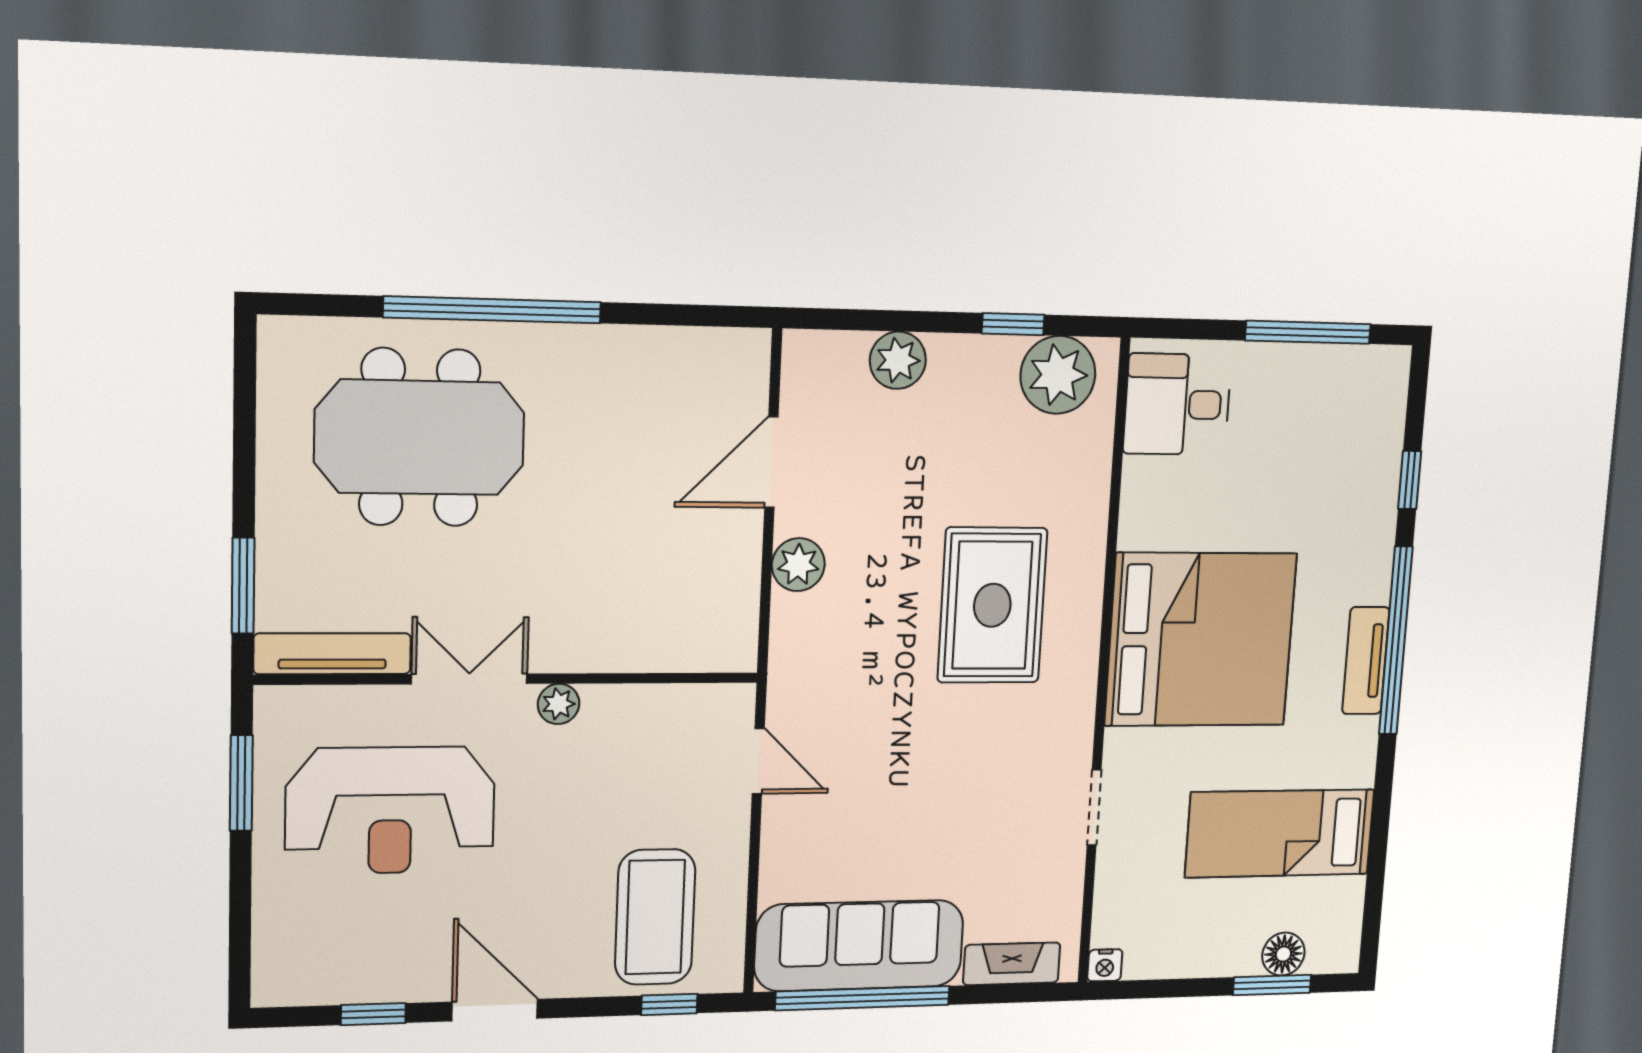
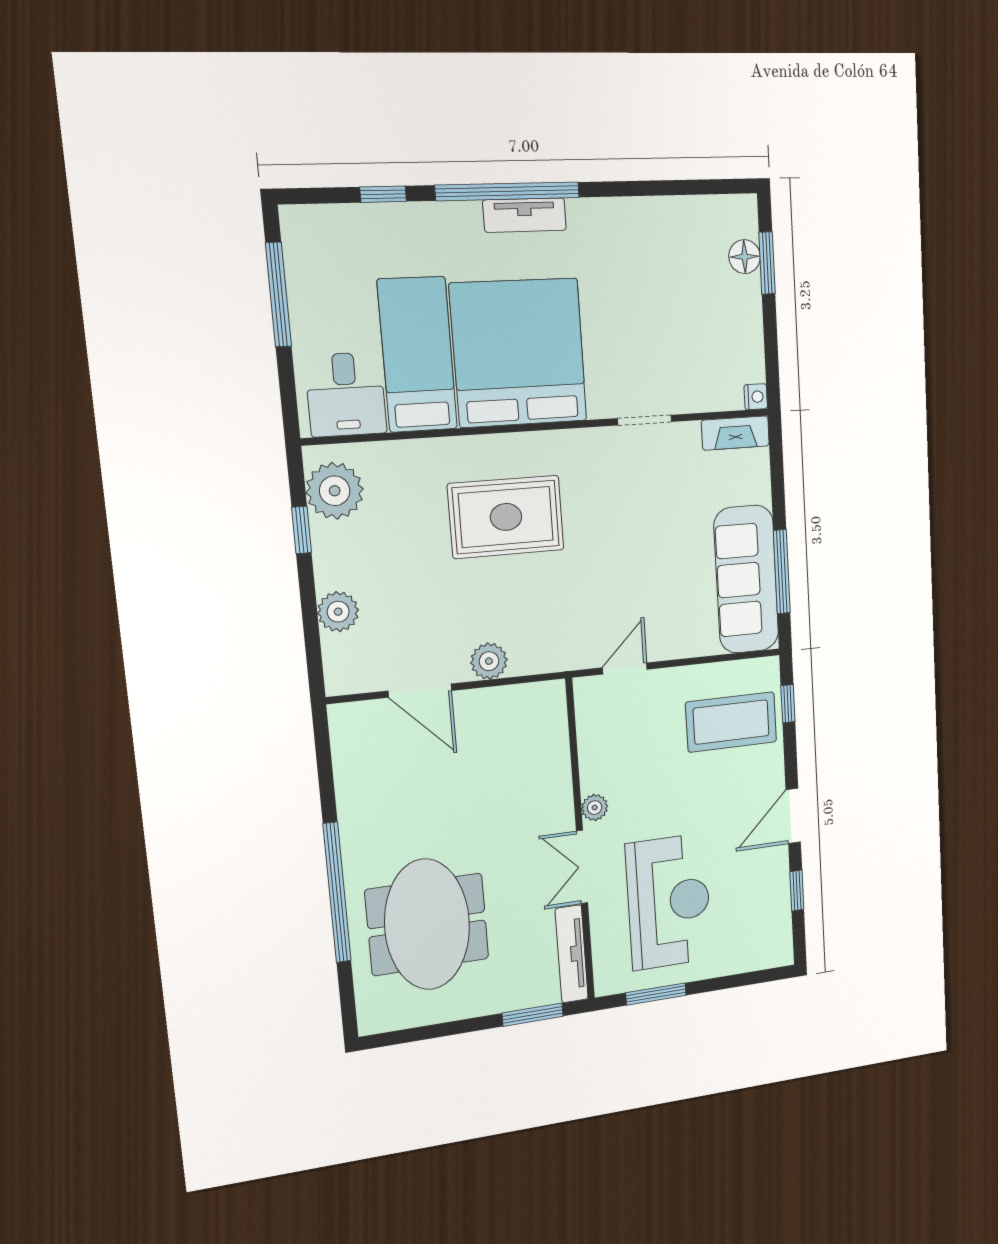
bed: (1280, 833) -> (417, 355), moved, turned 180
fireplace: (1012, 964) -> (735, 433), moved, turned -90
window: (863, 998) -> (782, 572), width x0.68

